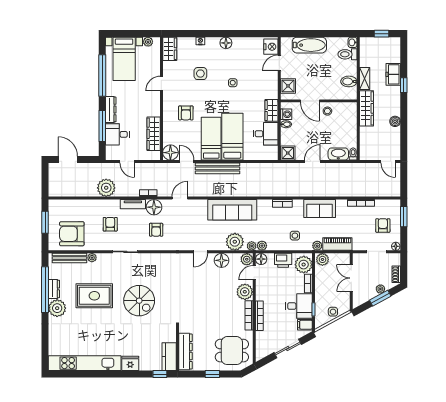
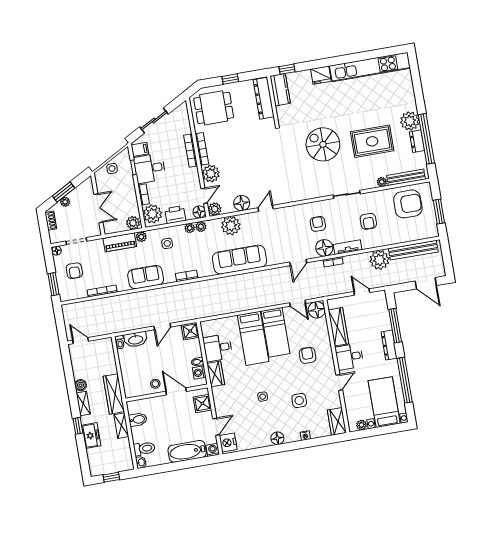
washing machine: (286, 42) -> (213, 450), added
shelving: (395, 104) -> (83, 403), added
desk: (117, 134) -> (349, 357), moved, turned 180
bench: (218, 168) -> (413, 250), moved
plant: (252, 246) -> (190, 228), moved

